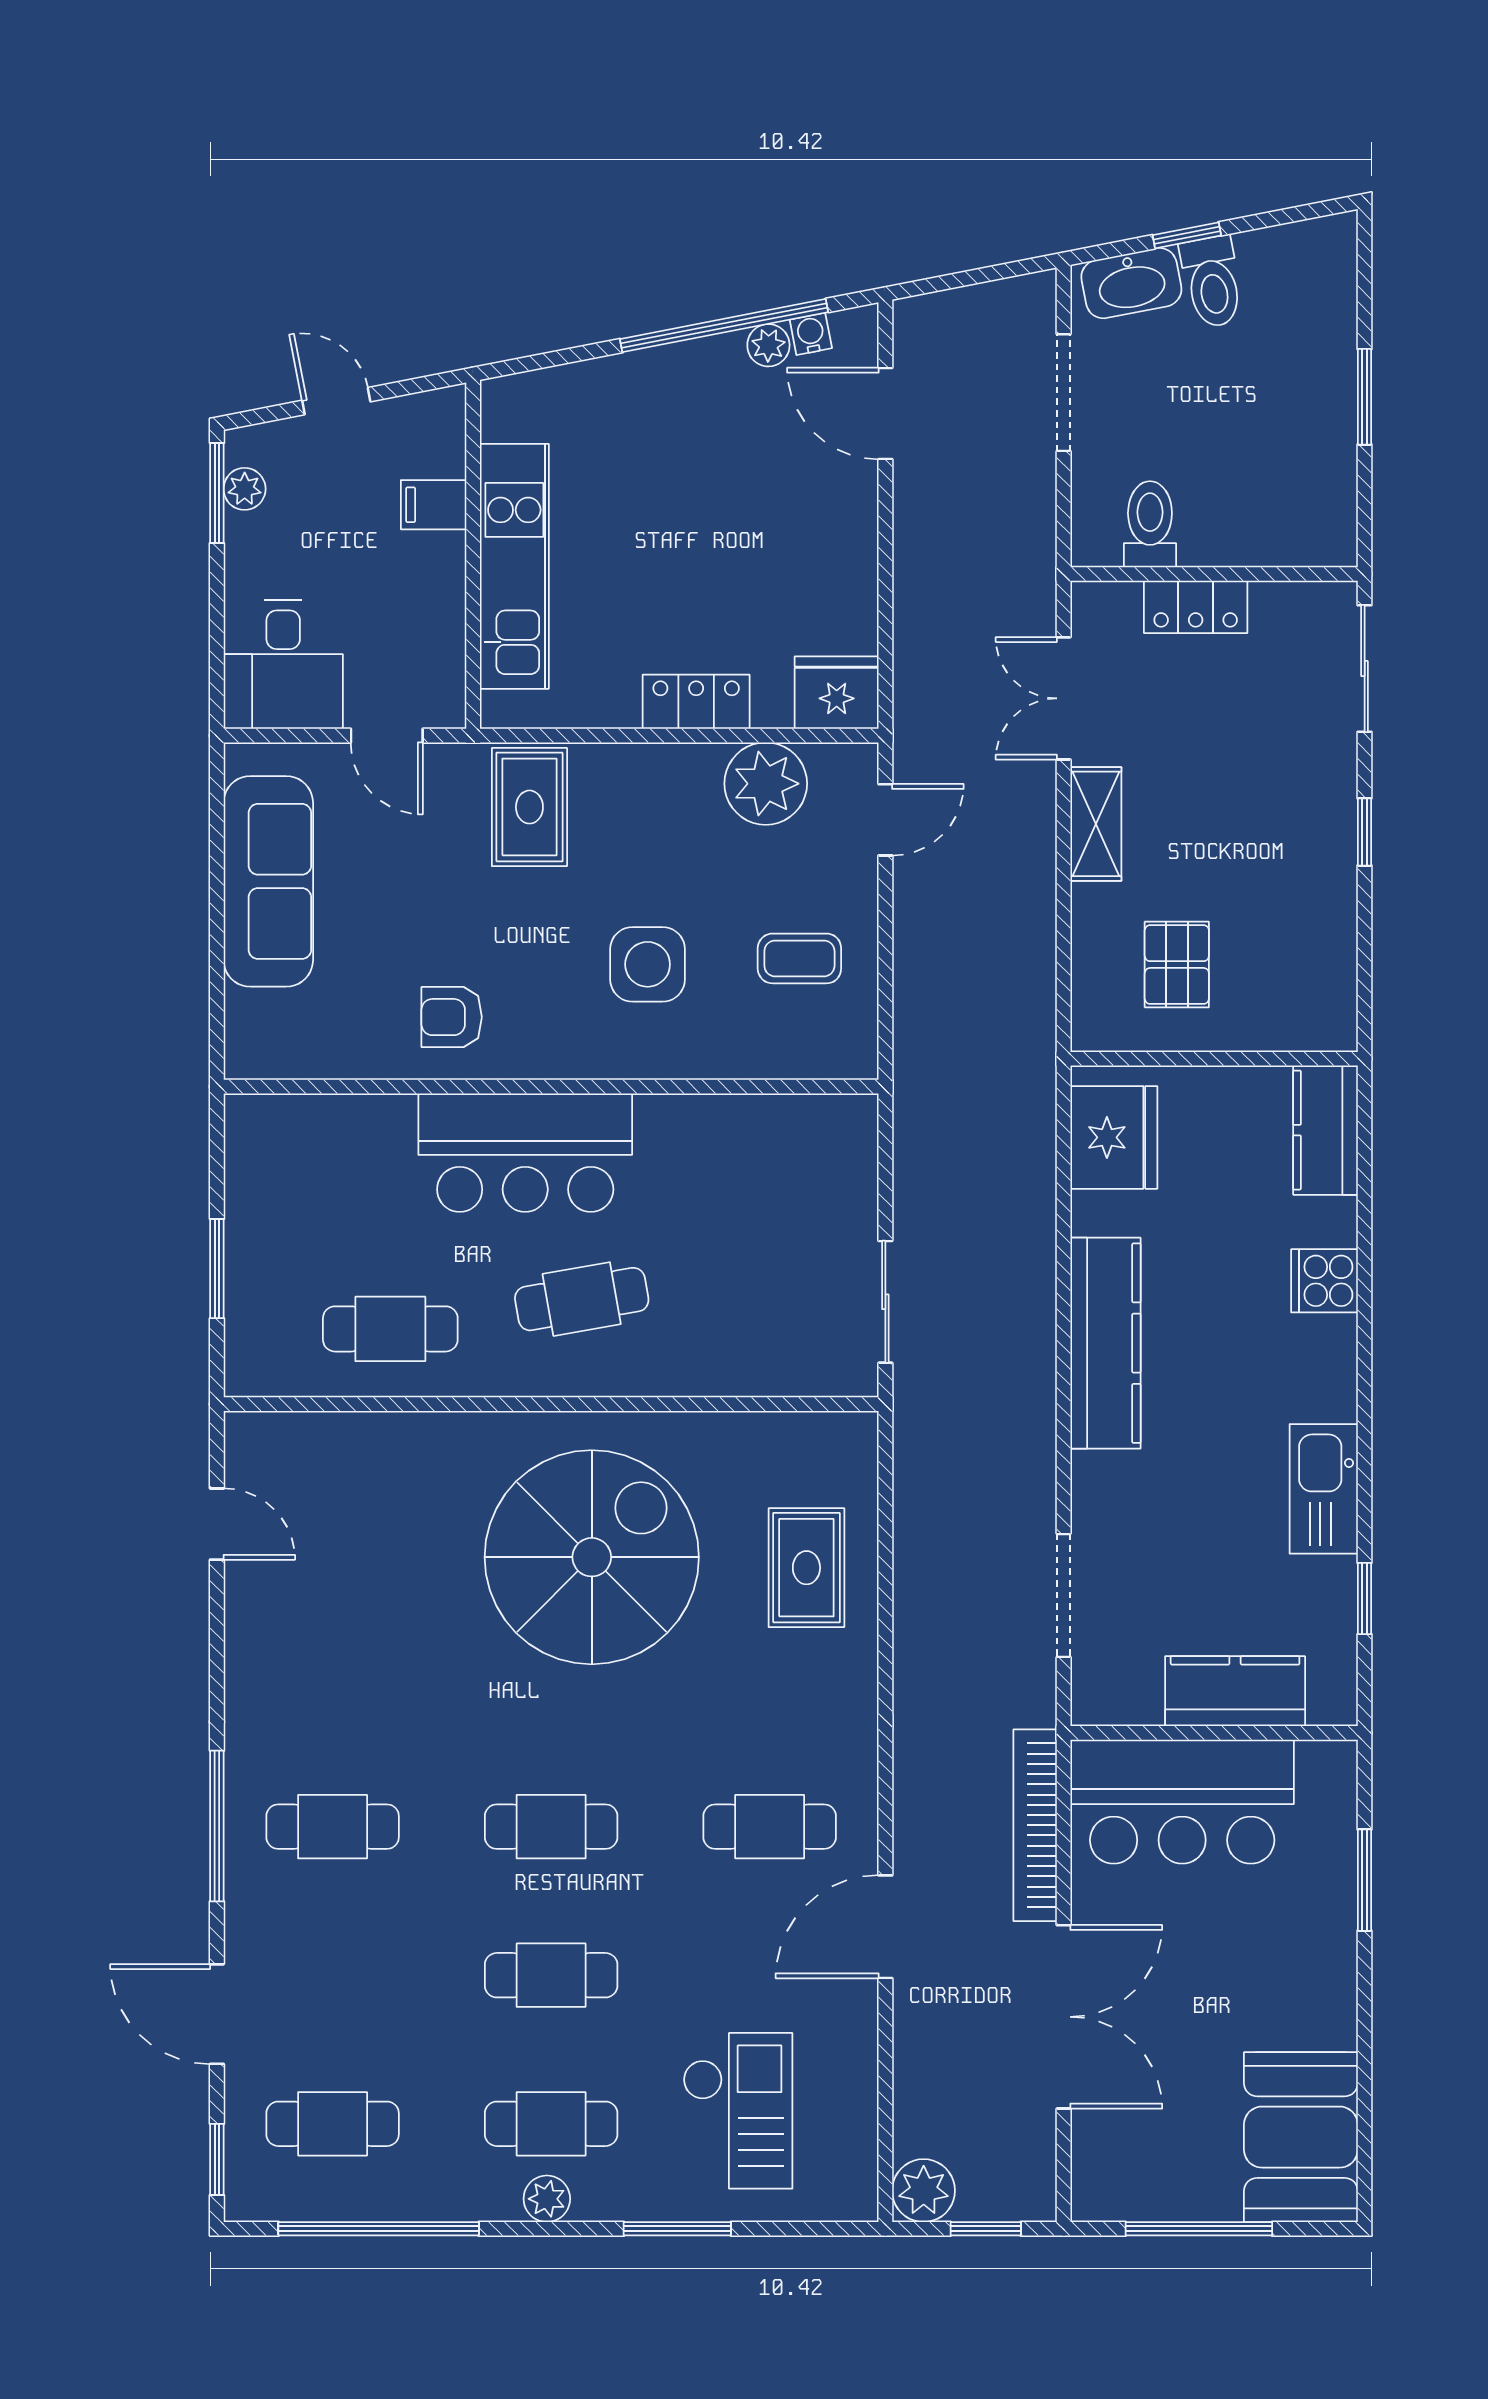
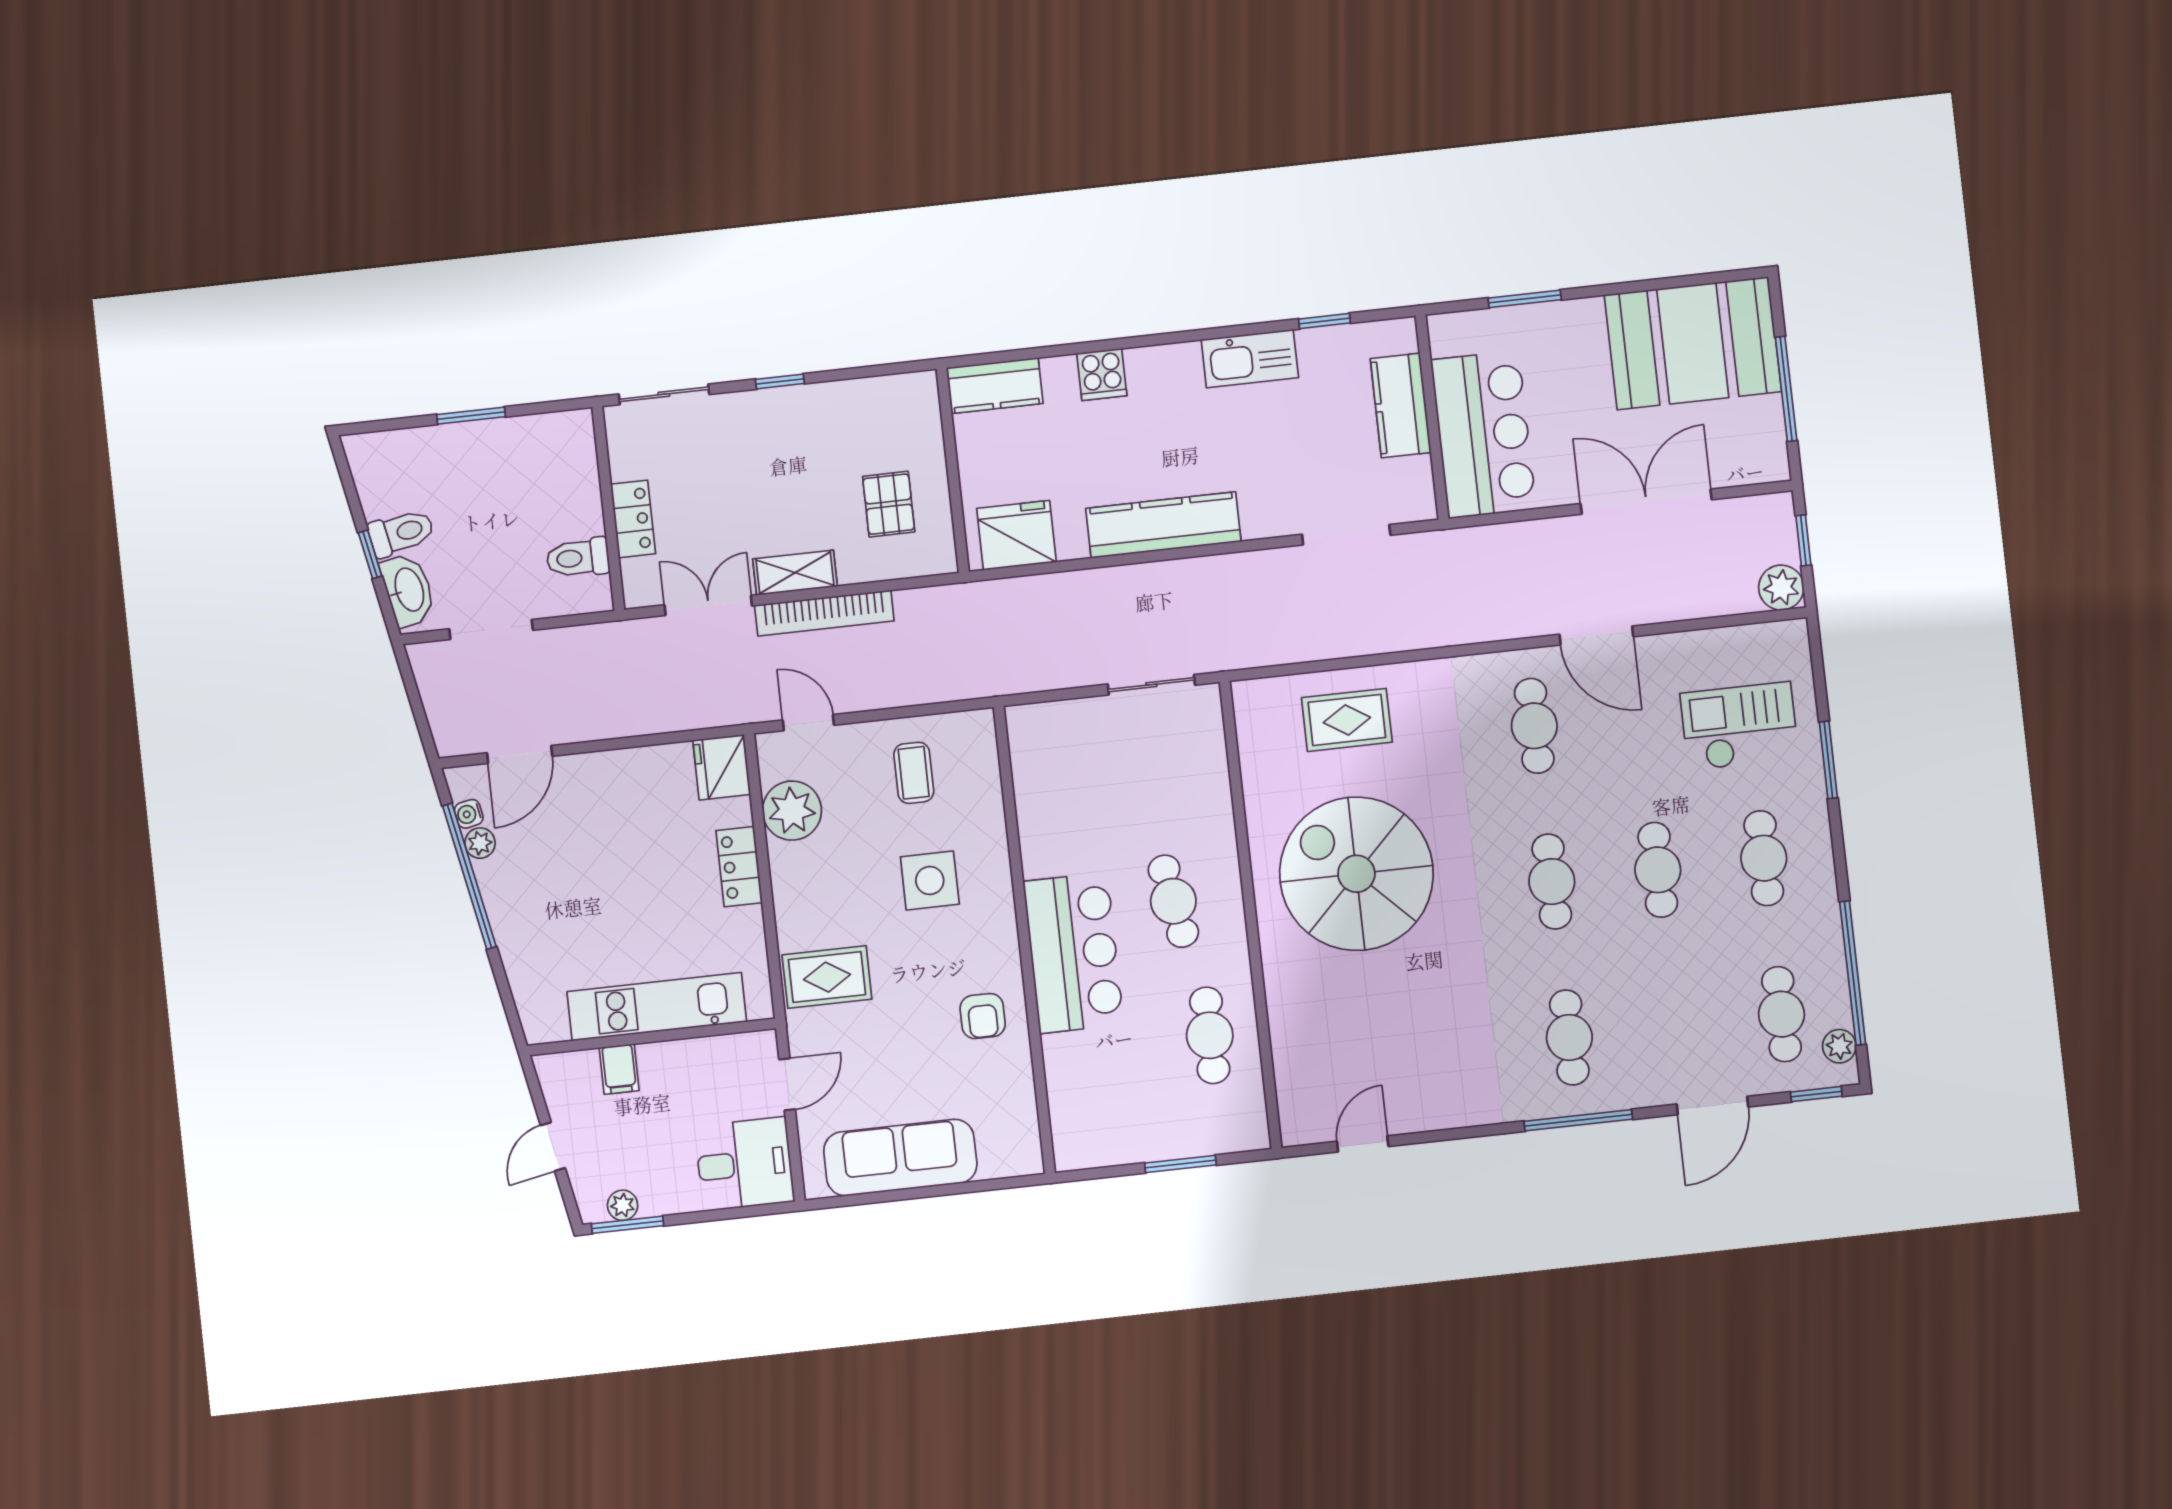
double door: (1064, 698) -> (708, 605), swing flipped
pallet: (1177, 965) -> (889, 504), turned 90
bookcase: (1035, 1825) -> (824, 613), moved
booth: (1301, 2137) -> (1693, 343), width x1.36, depth x1.42
plant: (547, 2199) -> (1839, 1046), moved

